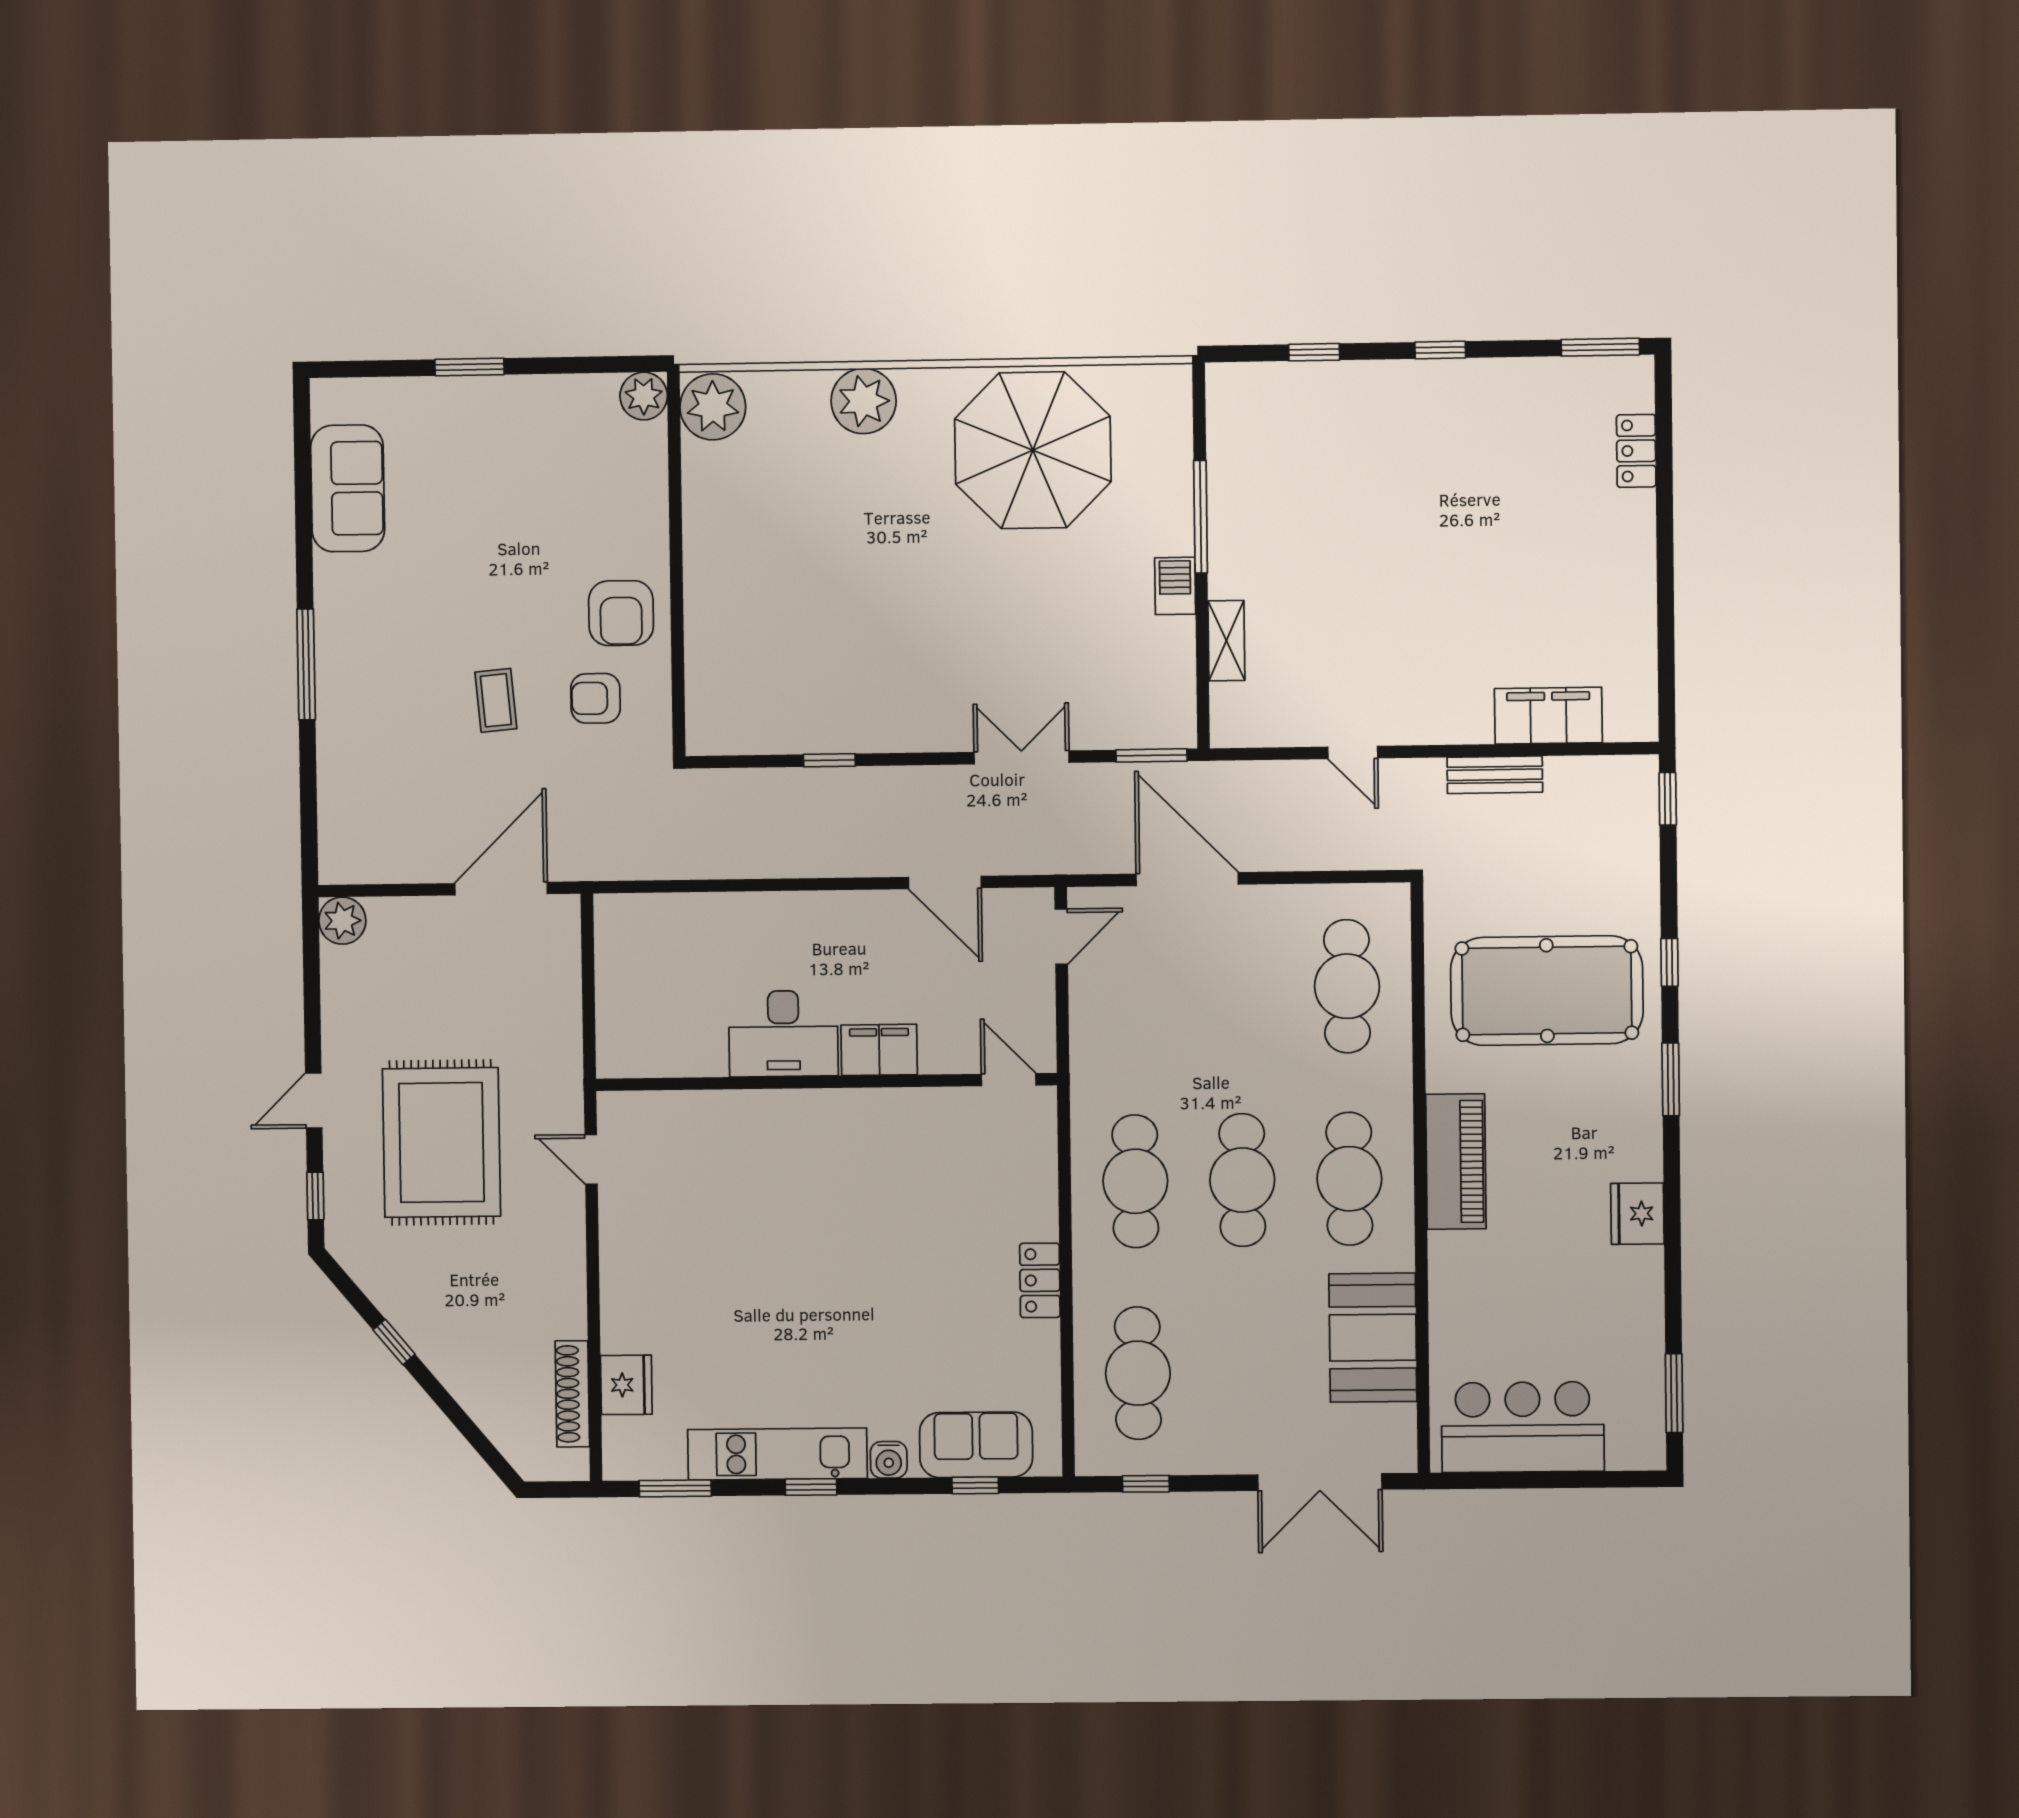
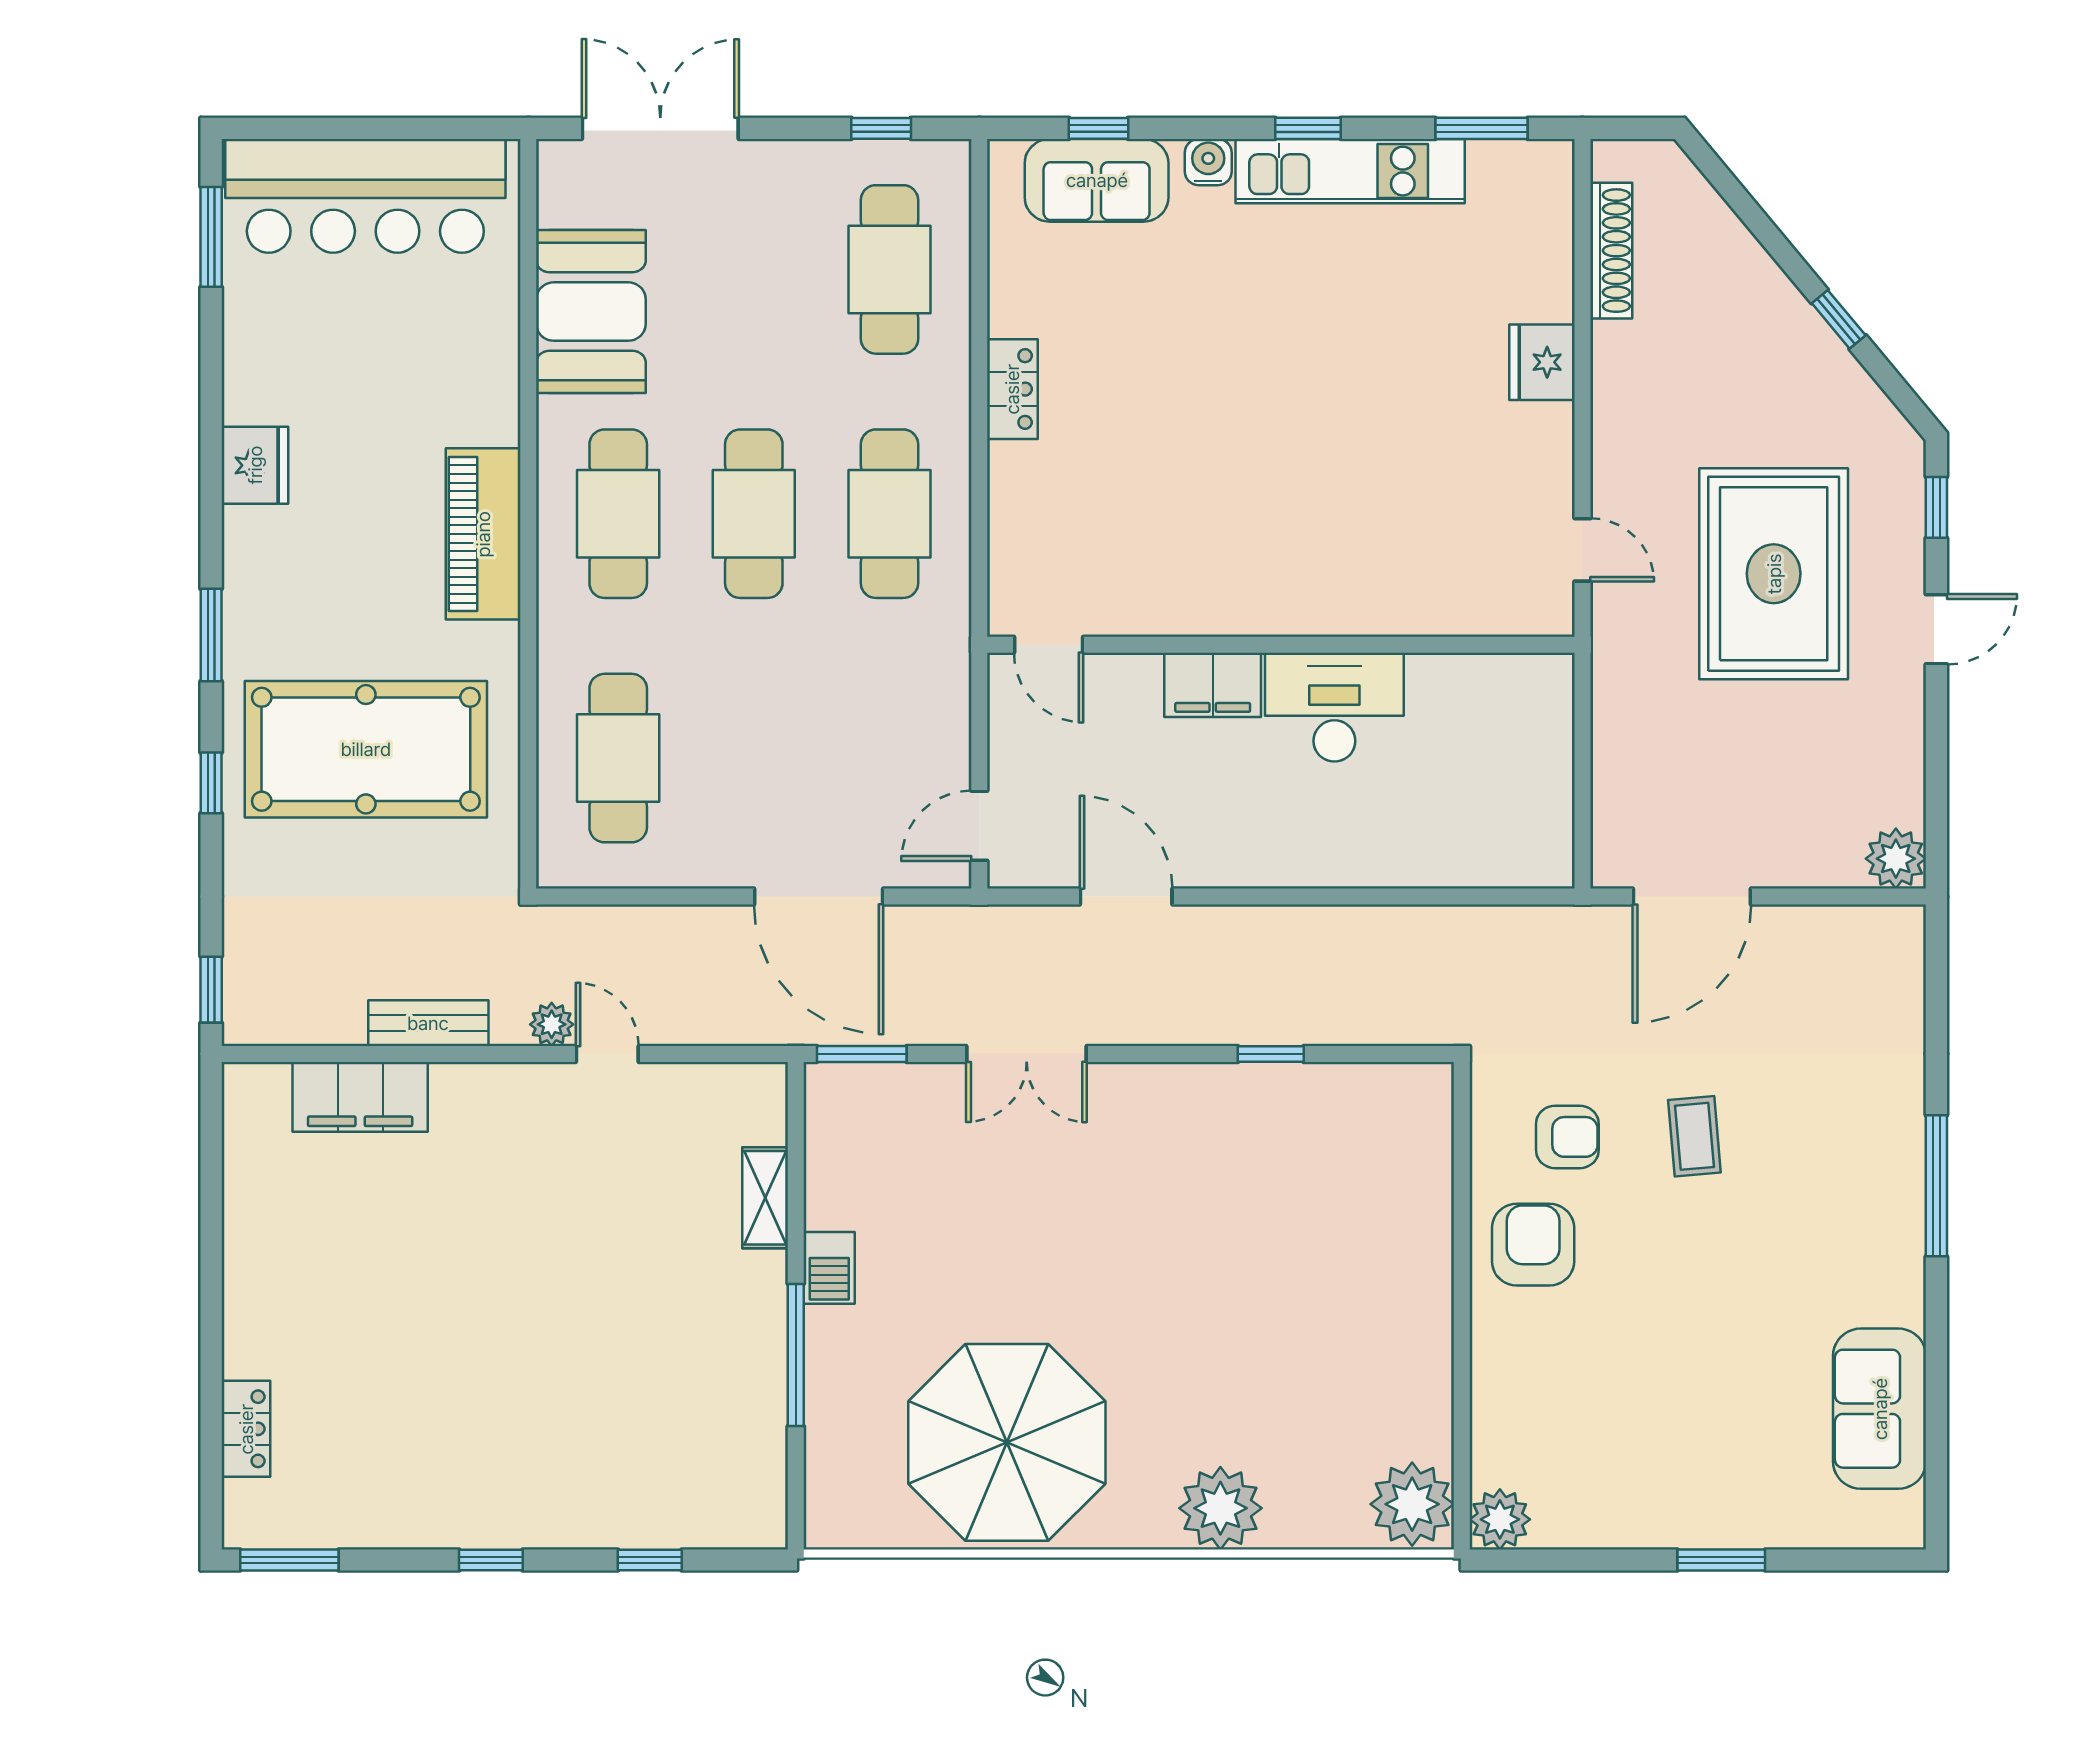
plant: (1397, 775) -> (552, 1024), added
fridge: (626, 1385) -> (1542, 362), moved
bar counter: (1523, 1427) -> (365, 196), width x1.36

